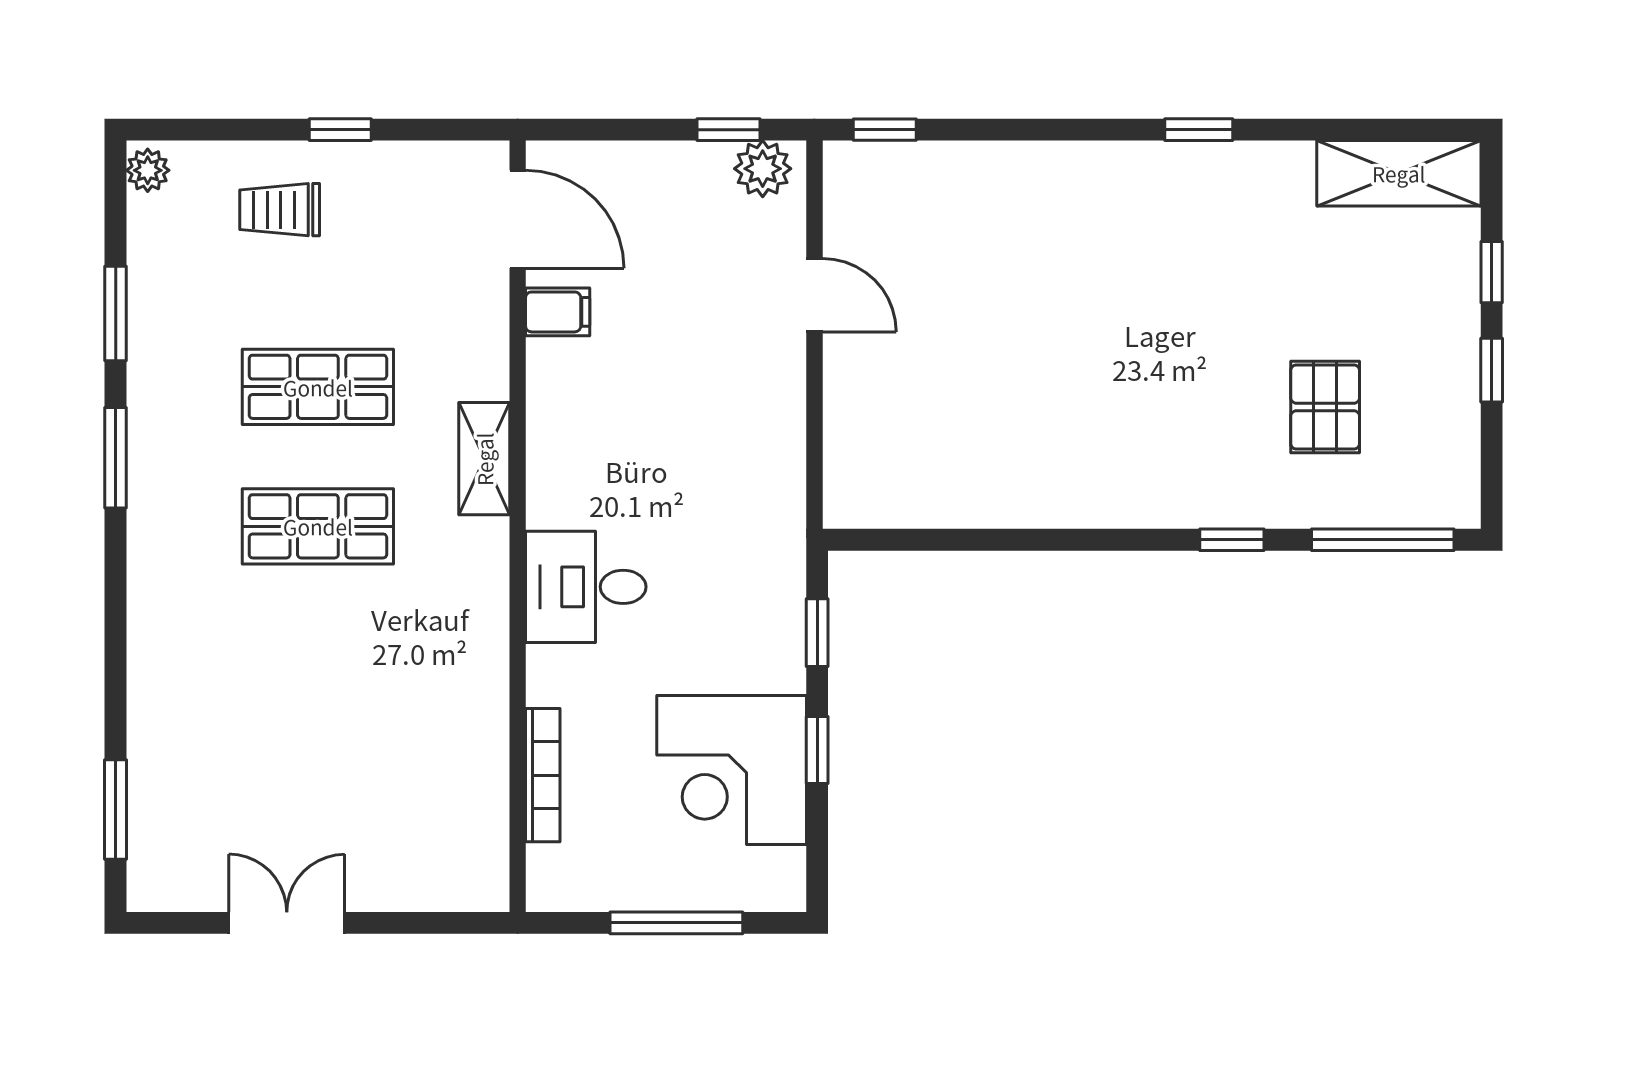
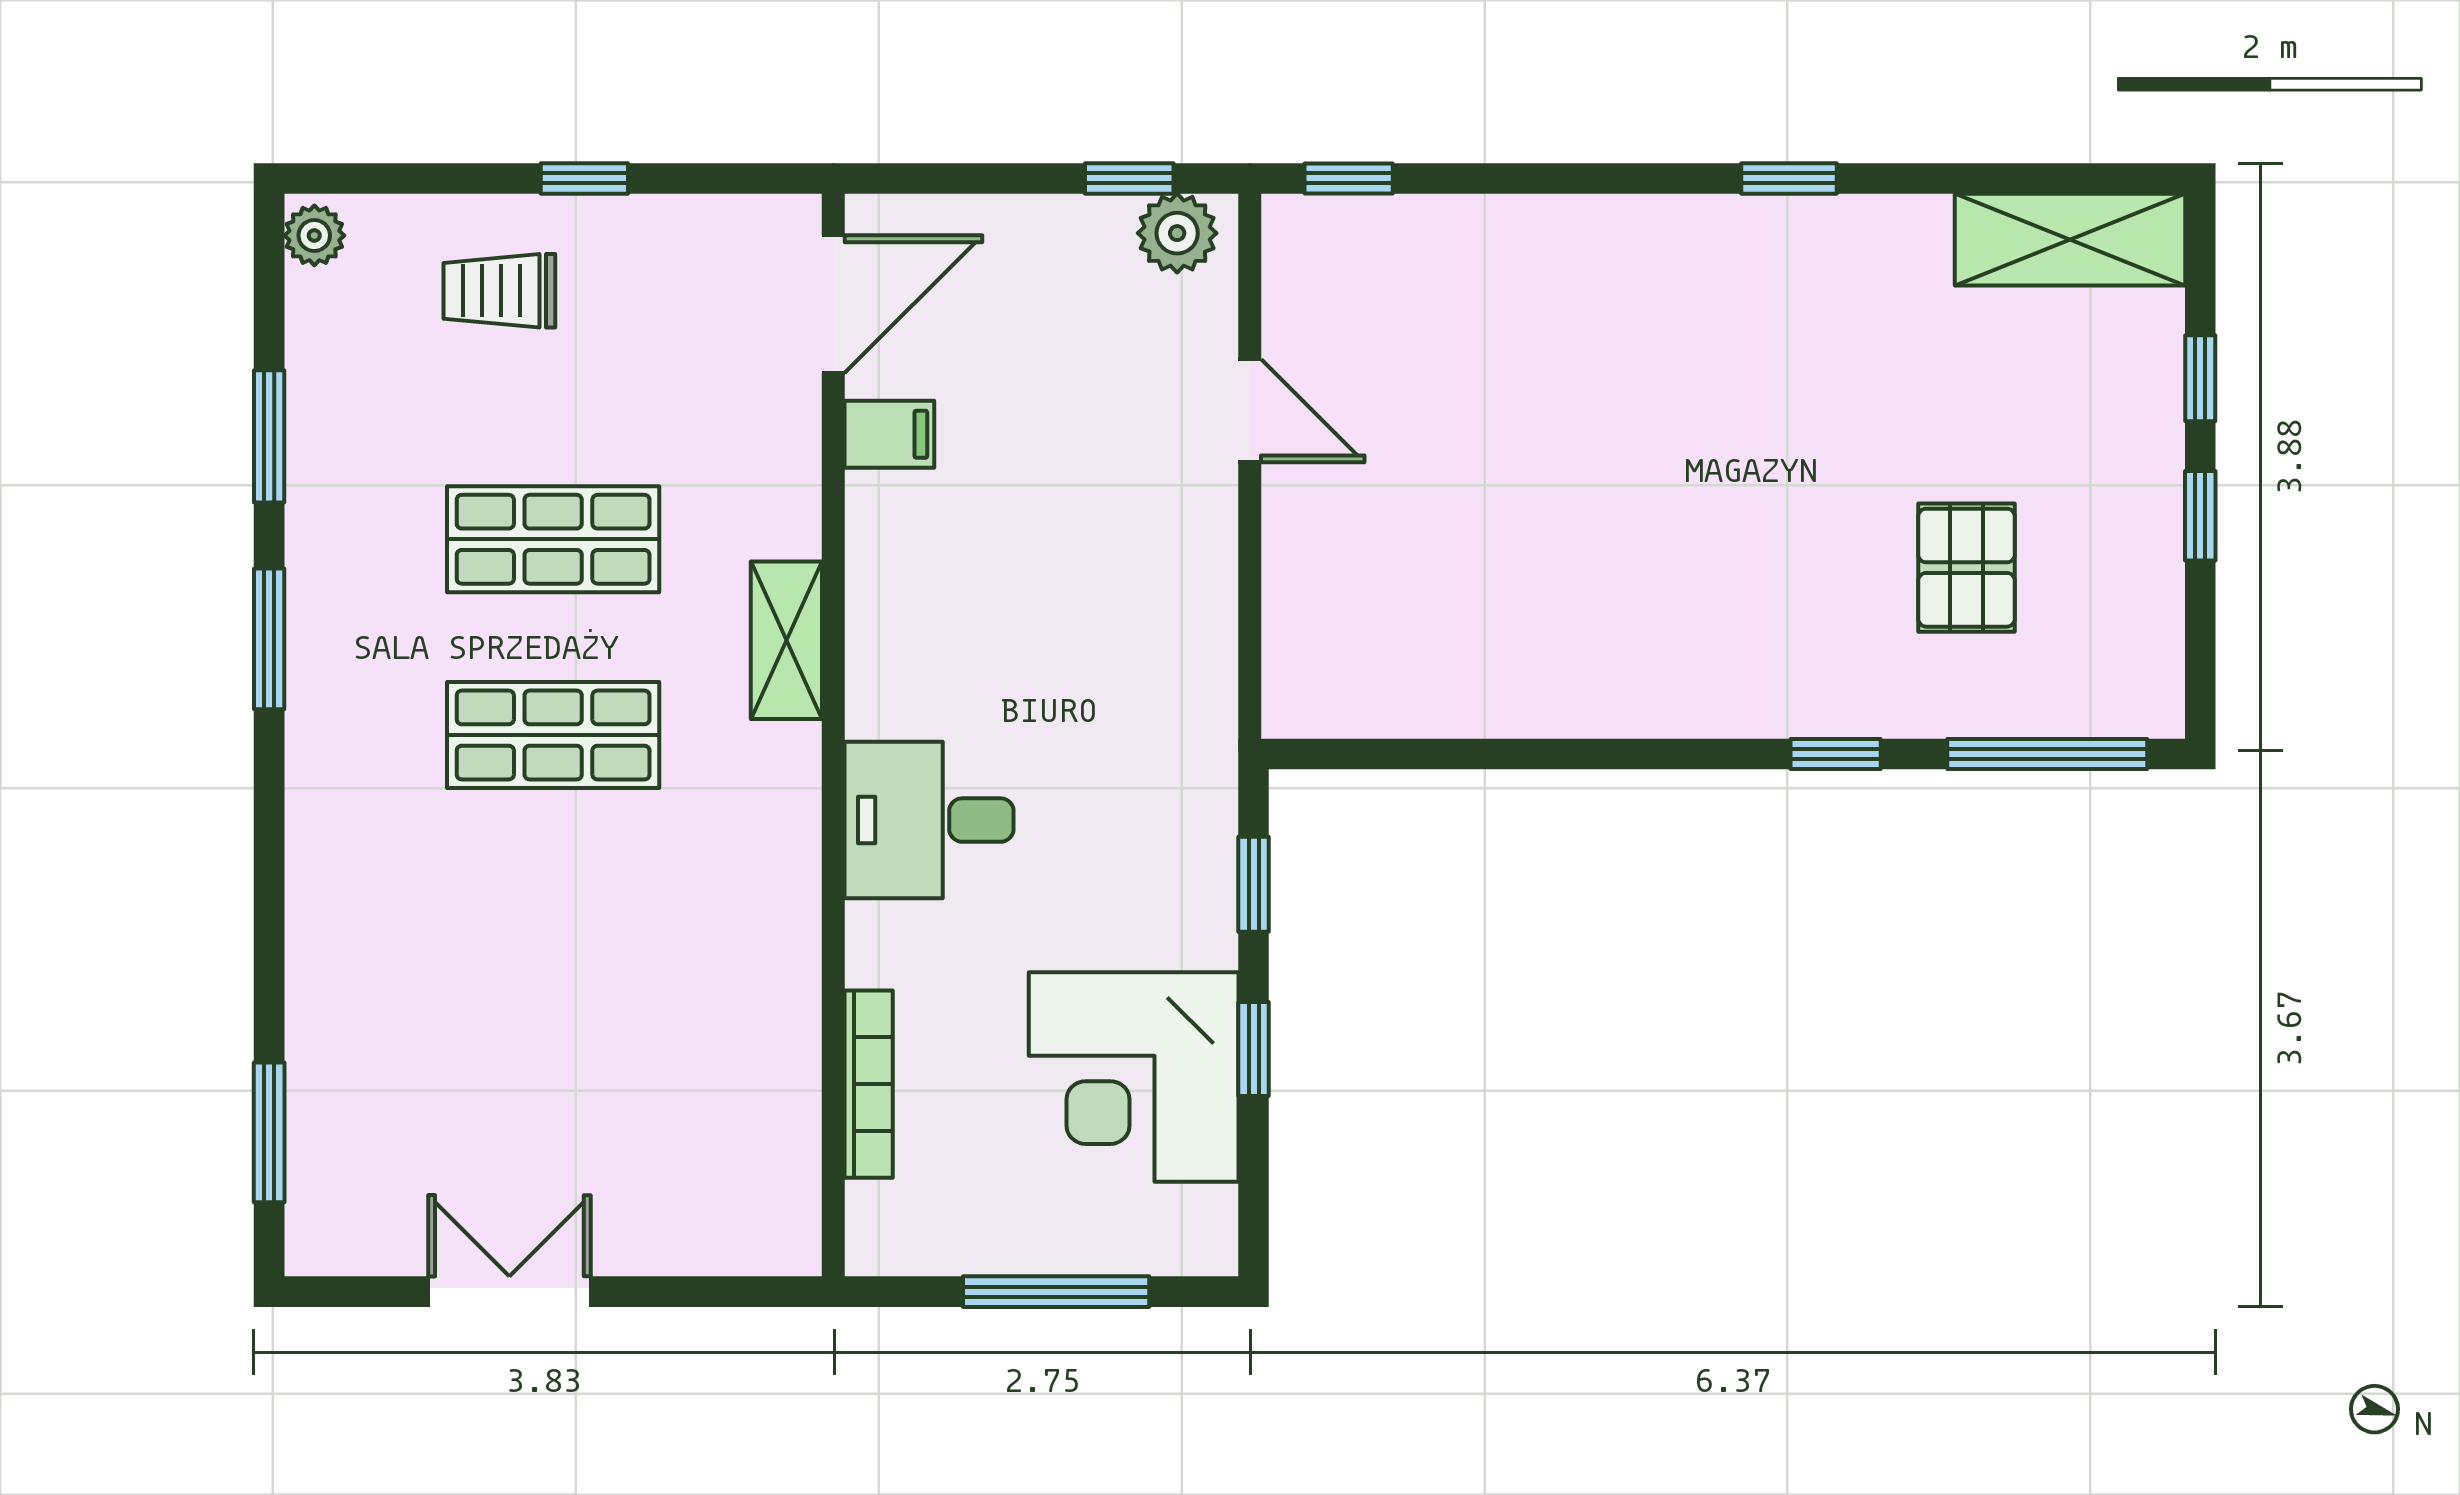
door: (518, 219) -> (833, 304), hinge flipped

